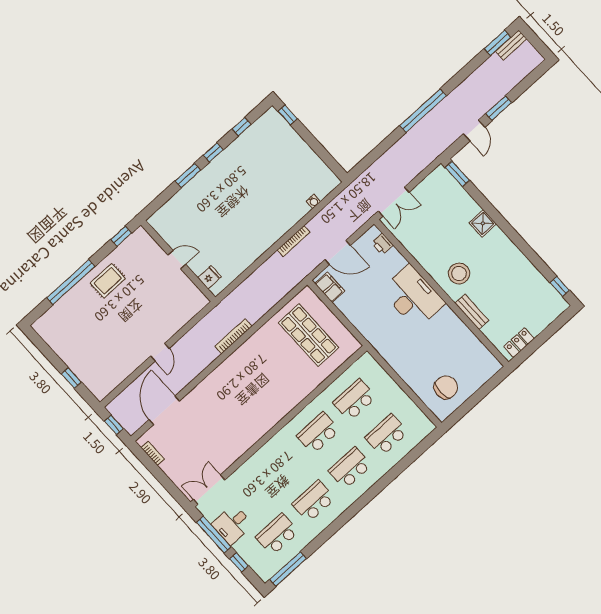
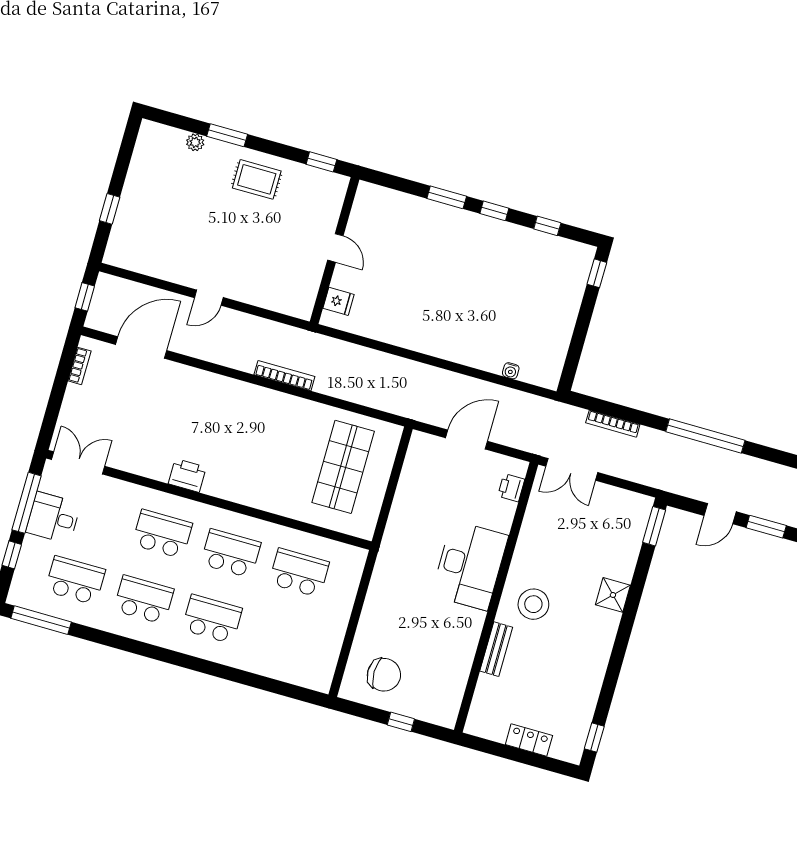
bookcase: (293, 241) -> (613, 424), moved
door: (338, 253) -> (467, 440), swing flipped
window: (71, 282) -> (227, 135), width x0.47
filing cabinet: (330, 287) -> (418, 456), removed
plant: (63, 303) -> (195, 142), added
locker: (519, 343) -> (529, 740), moved
window: (480, 395) -> (401, 722), added
printer: (257, 430) -> (187, 475), added
school desk: (387, 435) -> (162, 534), moved

